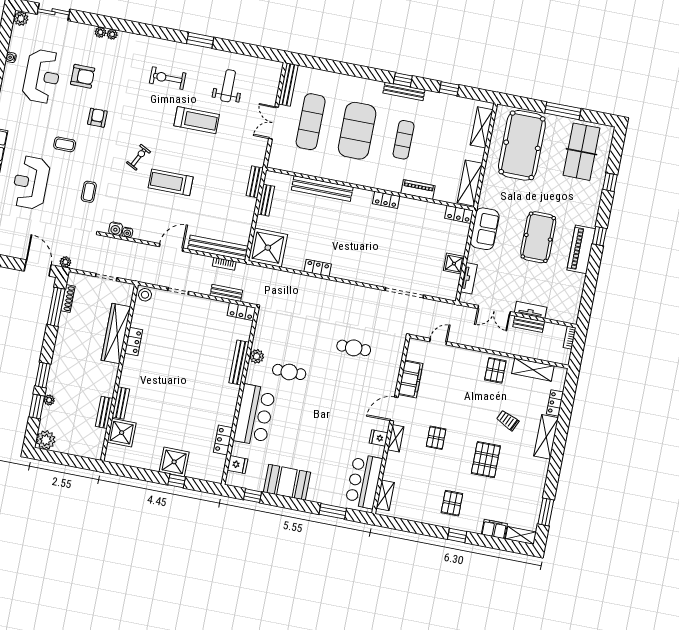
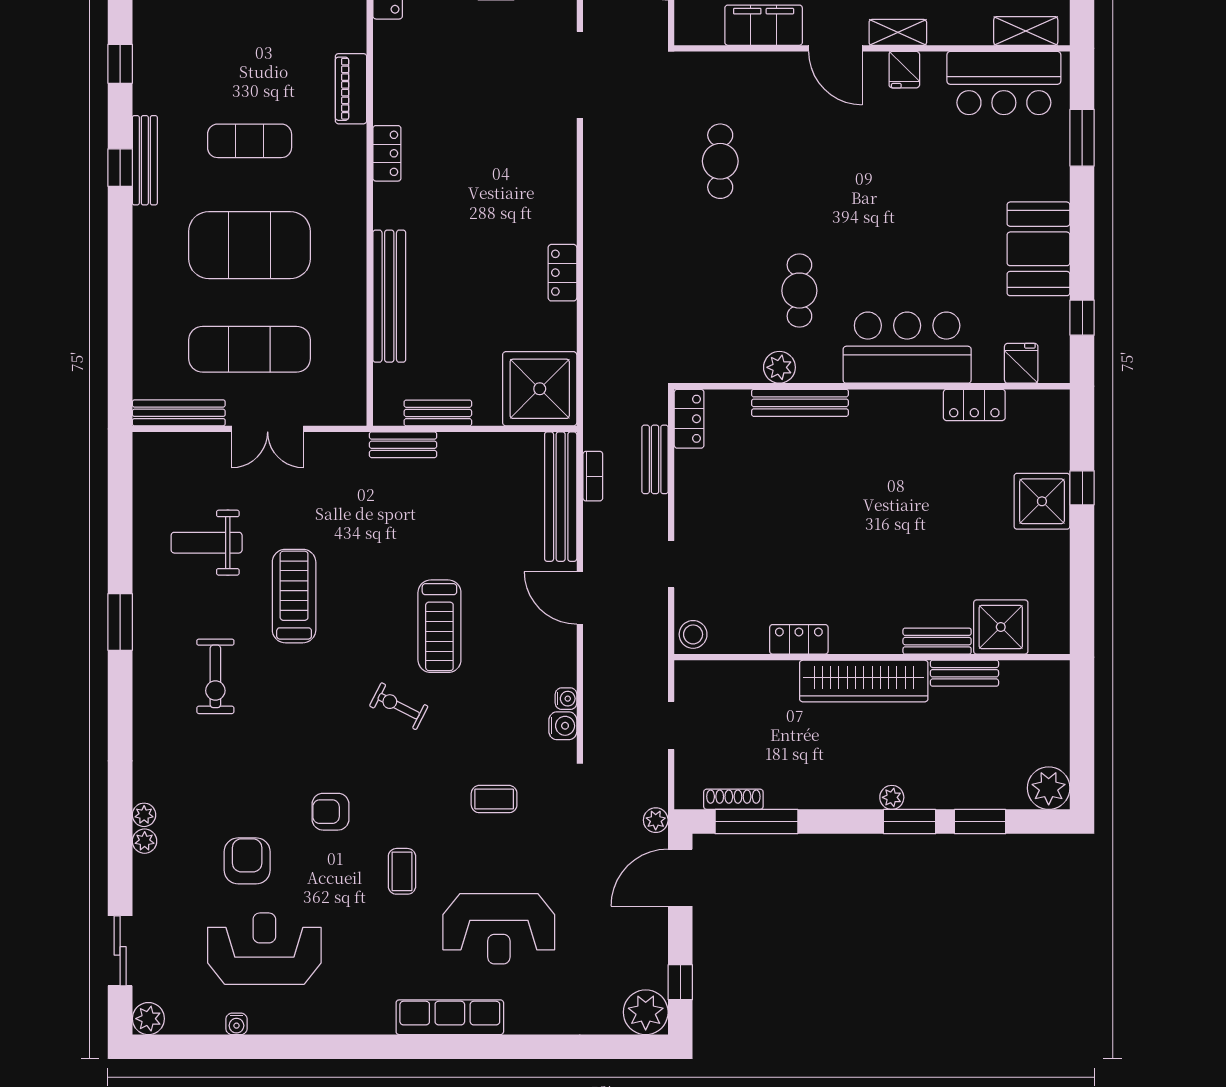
wardrobe: (116, 334) -> (864, 681), moved
plant: (49, 400) -> (892, 797), moved

